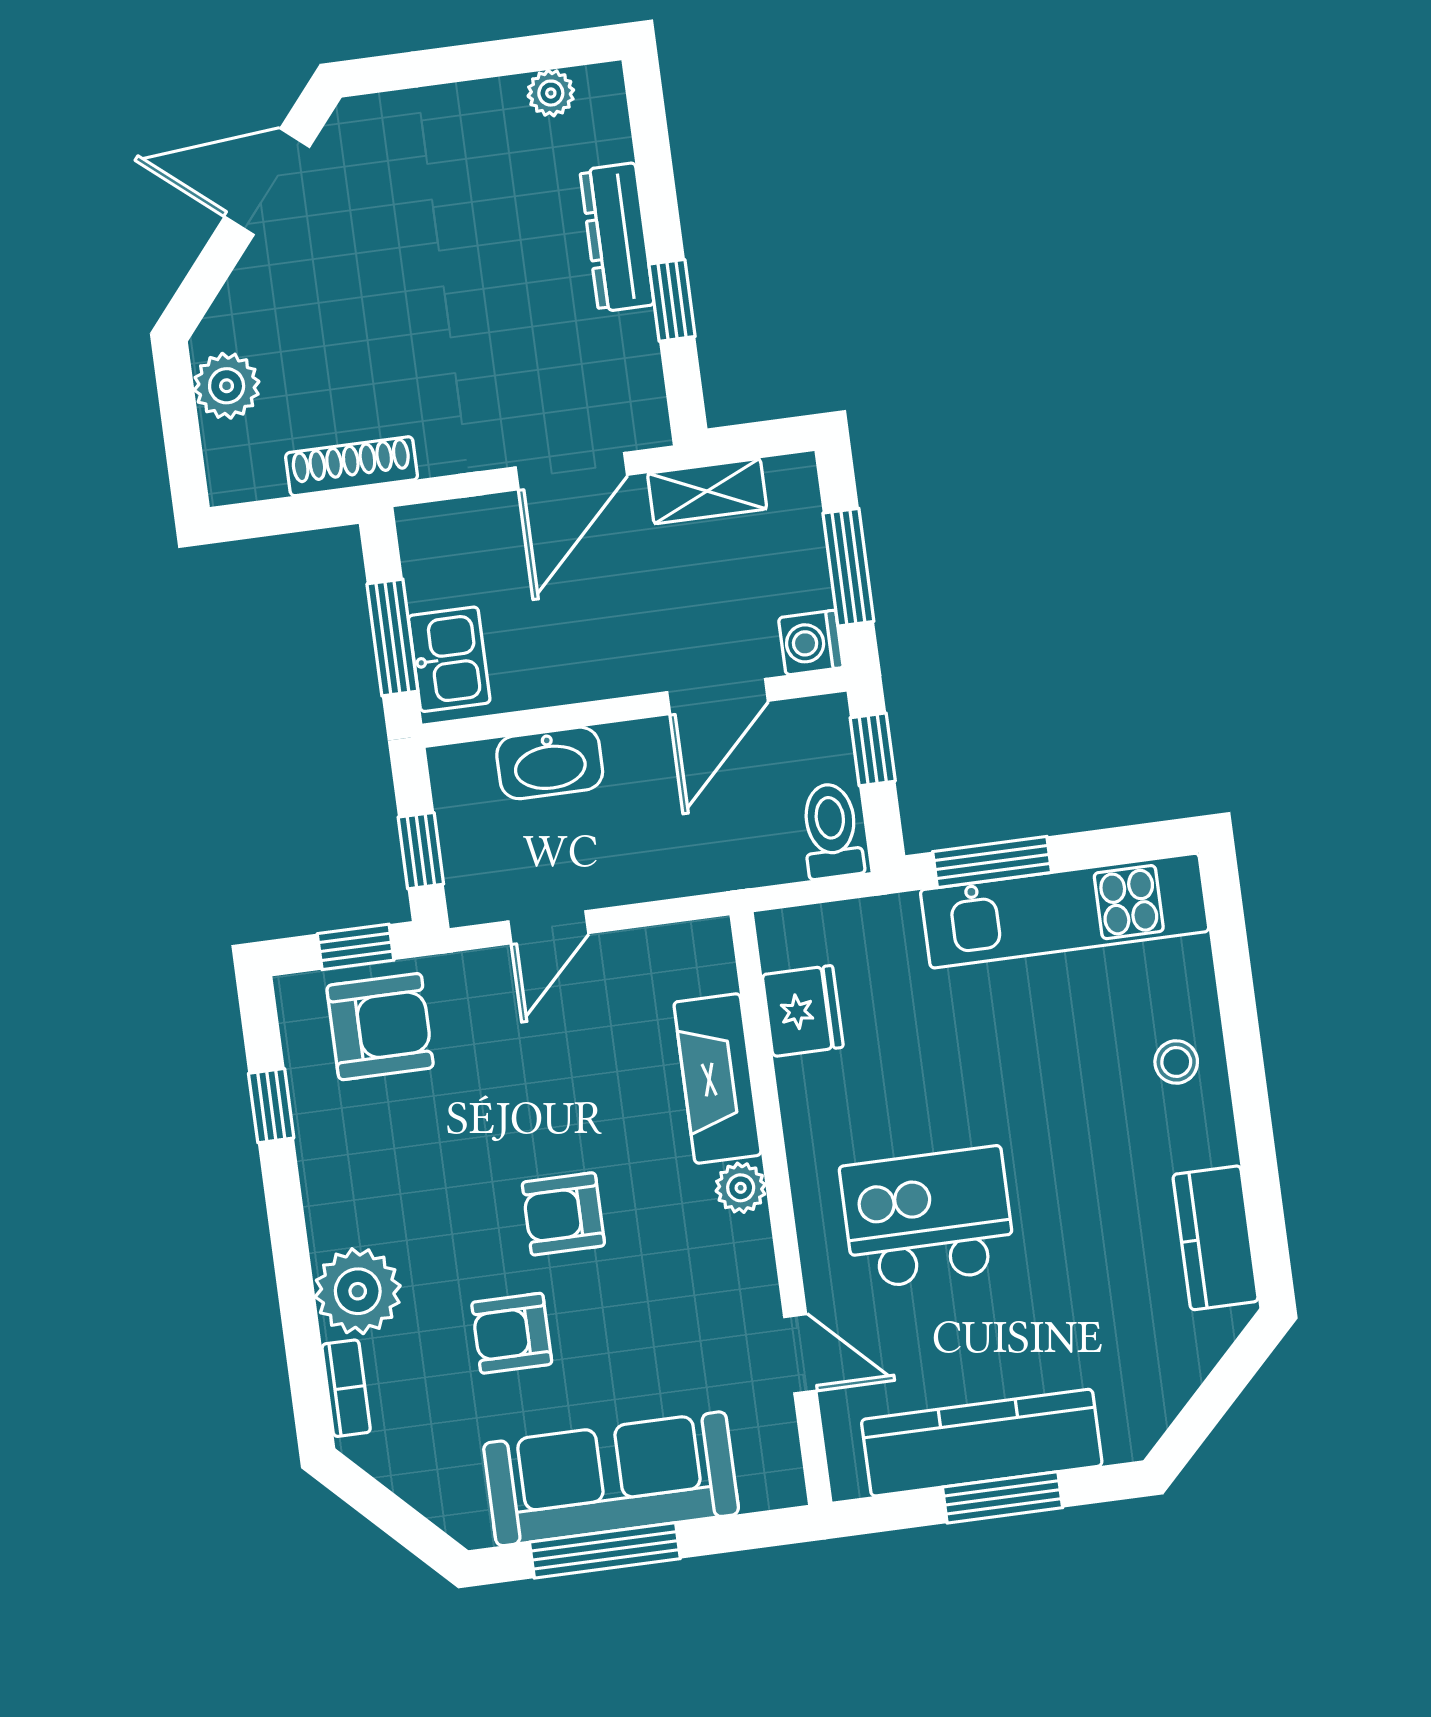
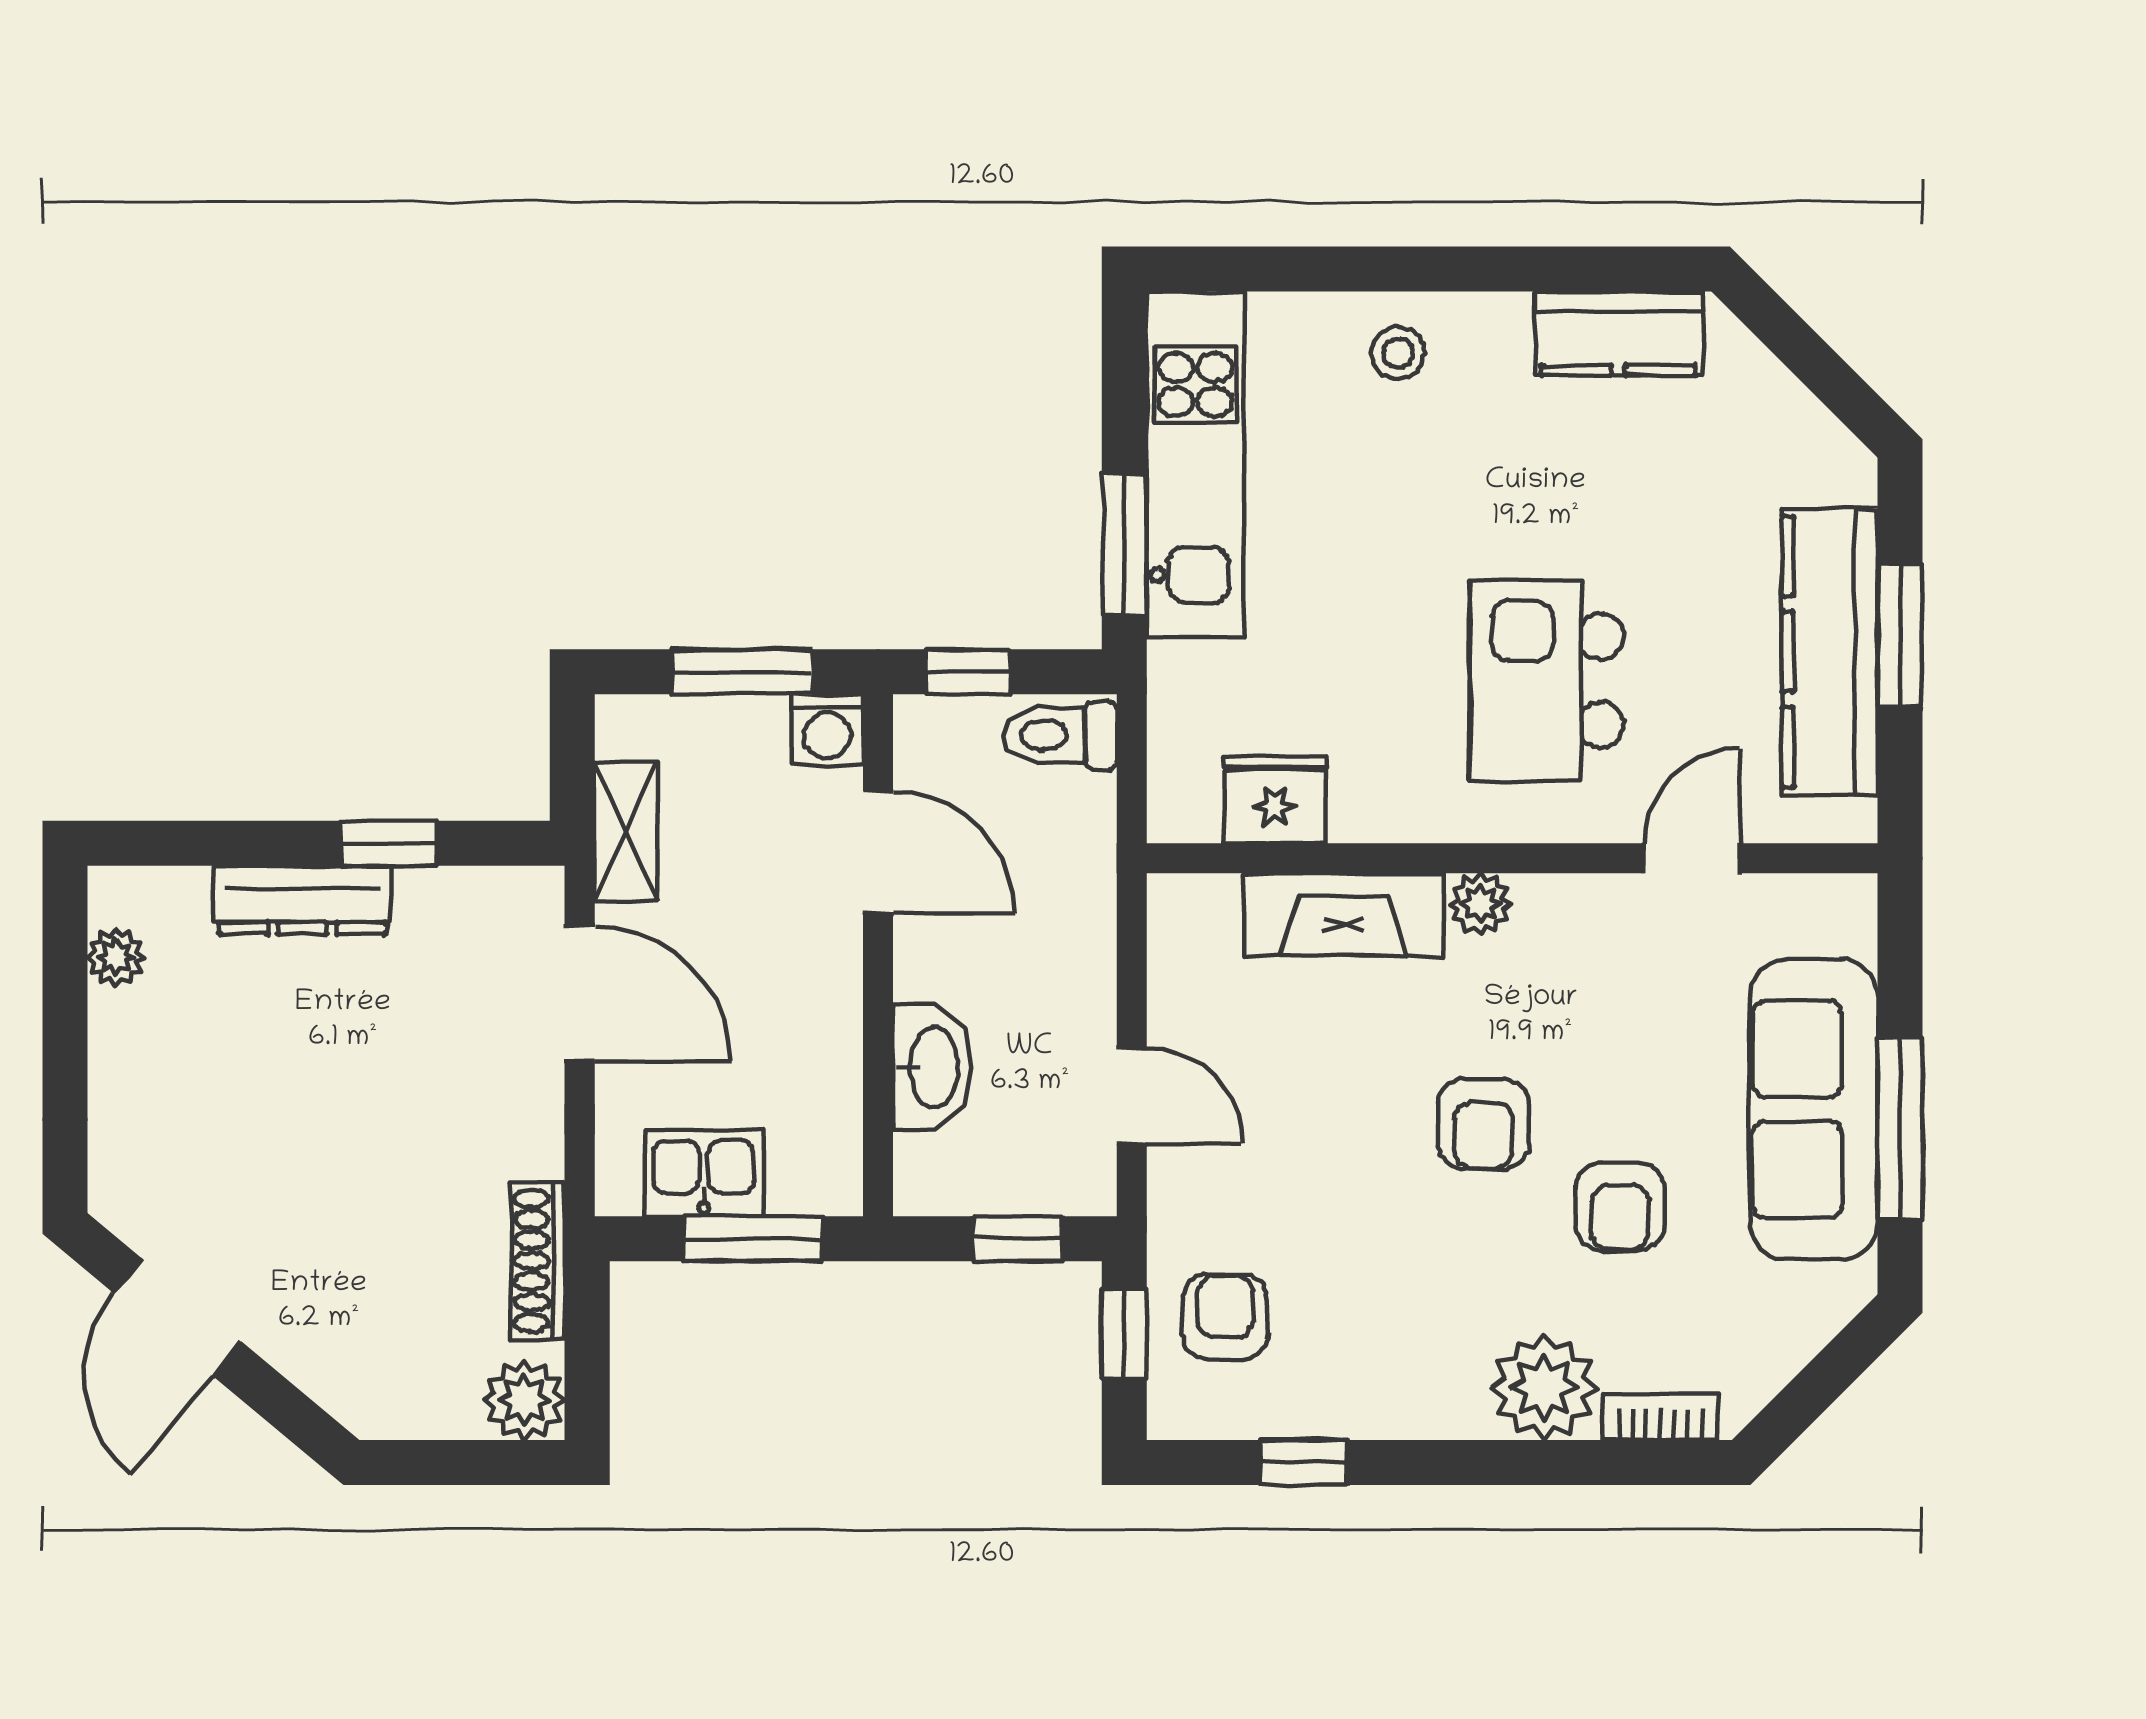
plant: (227, 386) -> (524, 1400), moved
kitchen sink: (449, 659) -> (704, 1173), moved
armchair: (380, 1027) -> (1225, 1317), width x0.72, depth x0.72

